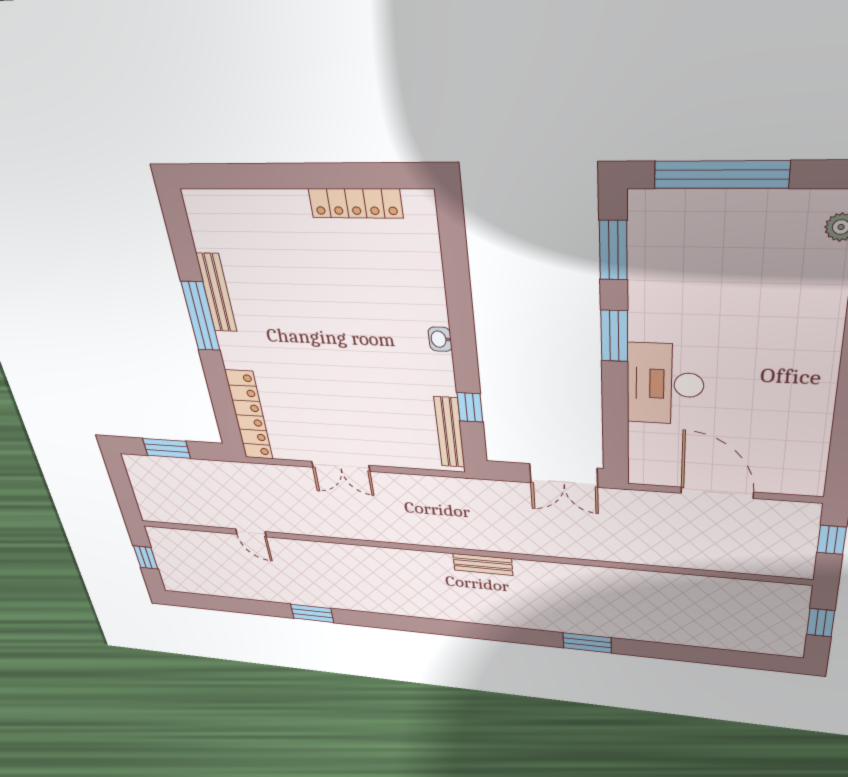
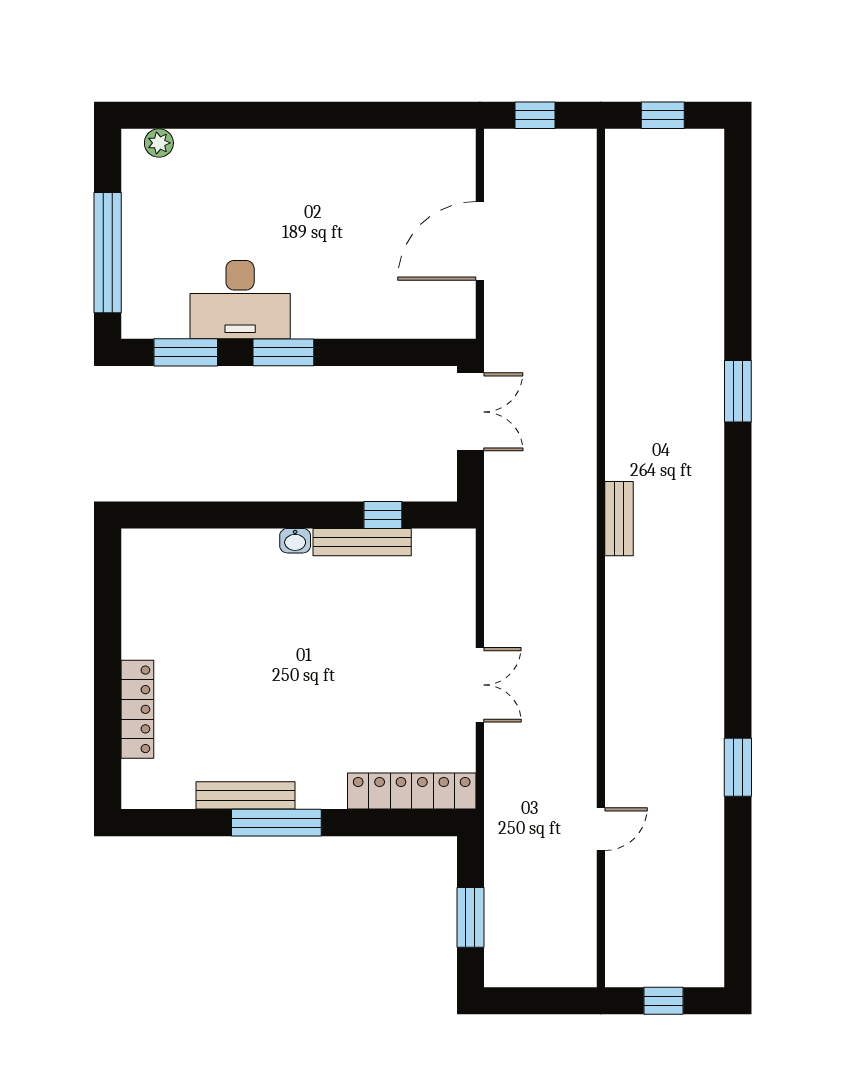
locker: (356, 203) -> (137, 709), moved
desk: (665, 384) -> (240, 300), moved
bench: (450, 432) -> (362, 542), moved

